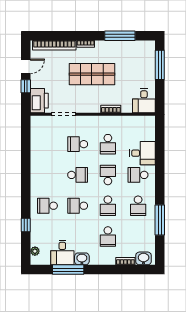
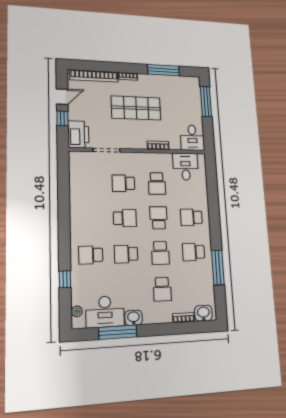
desk: (142, 153) -> (186, 167), moved, turned -90
school desk: (138, 206) -> (194, 252), turned 90
desk: (62, 253) -> (105, 312), width x1.37

